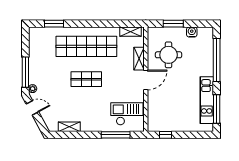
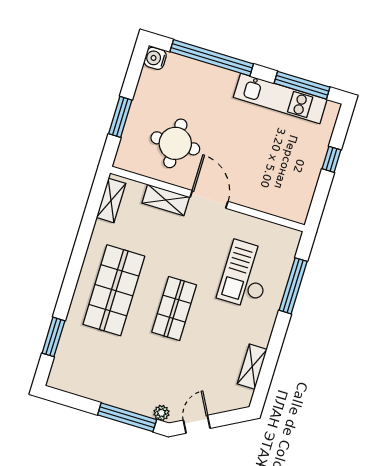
water cooler: (192, 32) -> (155, 58), moved
shop shelf: (86, 46) -> (114, 290), width x0.71
checkout: (127, 114) -> (246, 275), moved
window: (165, 135) -> (332, 159), moved

